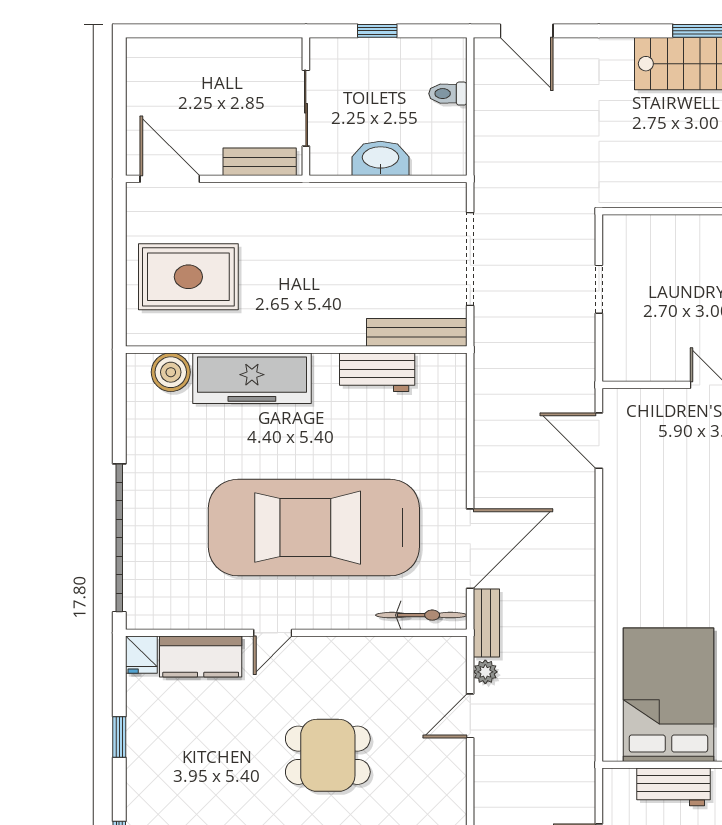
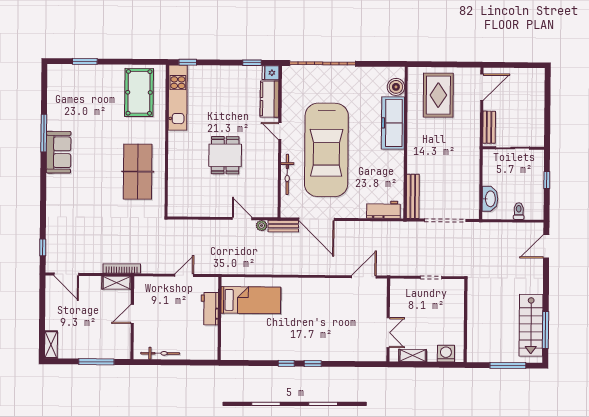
washbasin: (380, 158) -> (490, 199), moved
workbench: (377, 372) -> (383, 210), moved, turned 90
car: (314, 528) -> (326, 150), turned 180
bicycle: (421, 615) -> (287, 174), moved
bed: (668, 695) -> (251, 300), width x0.67
window: (119, 737) -> (252, 63), moved

